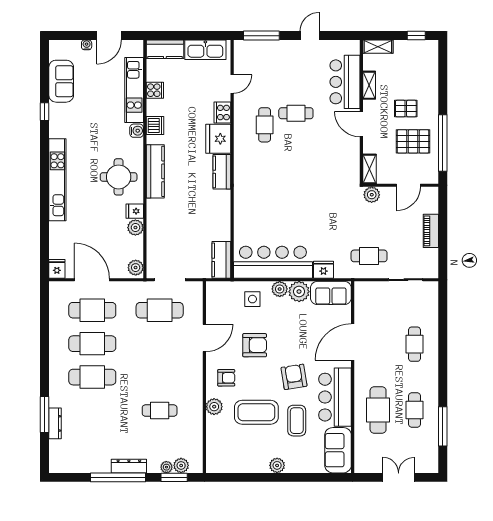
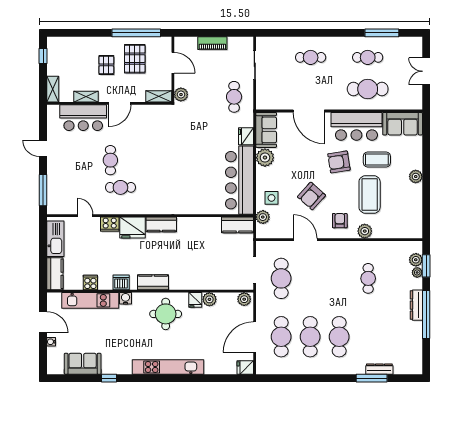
kitchen counter: (155, 171) -> (153, 282), width x0.67
plant: (280, 289) -> (263, 217), moved
armchair: (255, 345) -> (311, 196), turned -138

